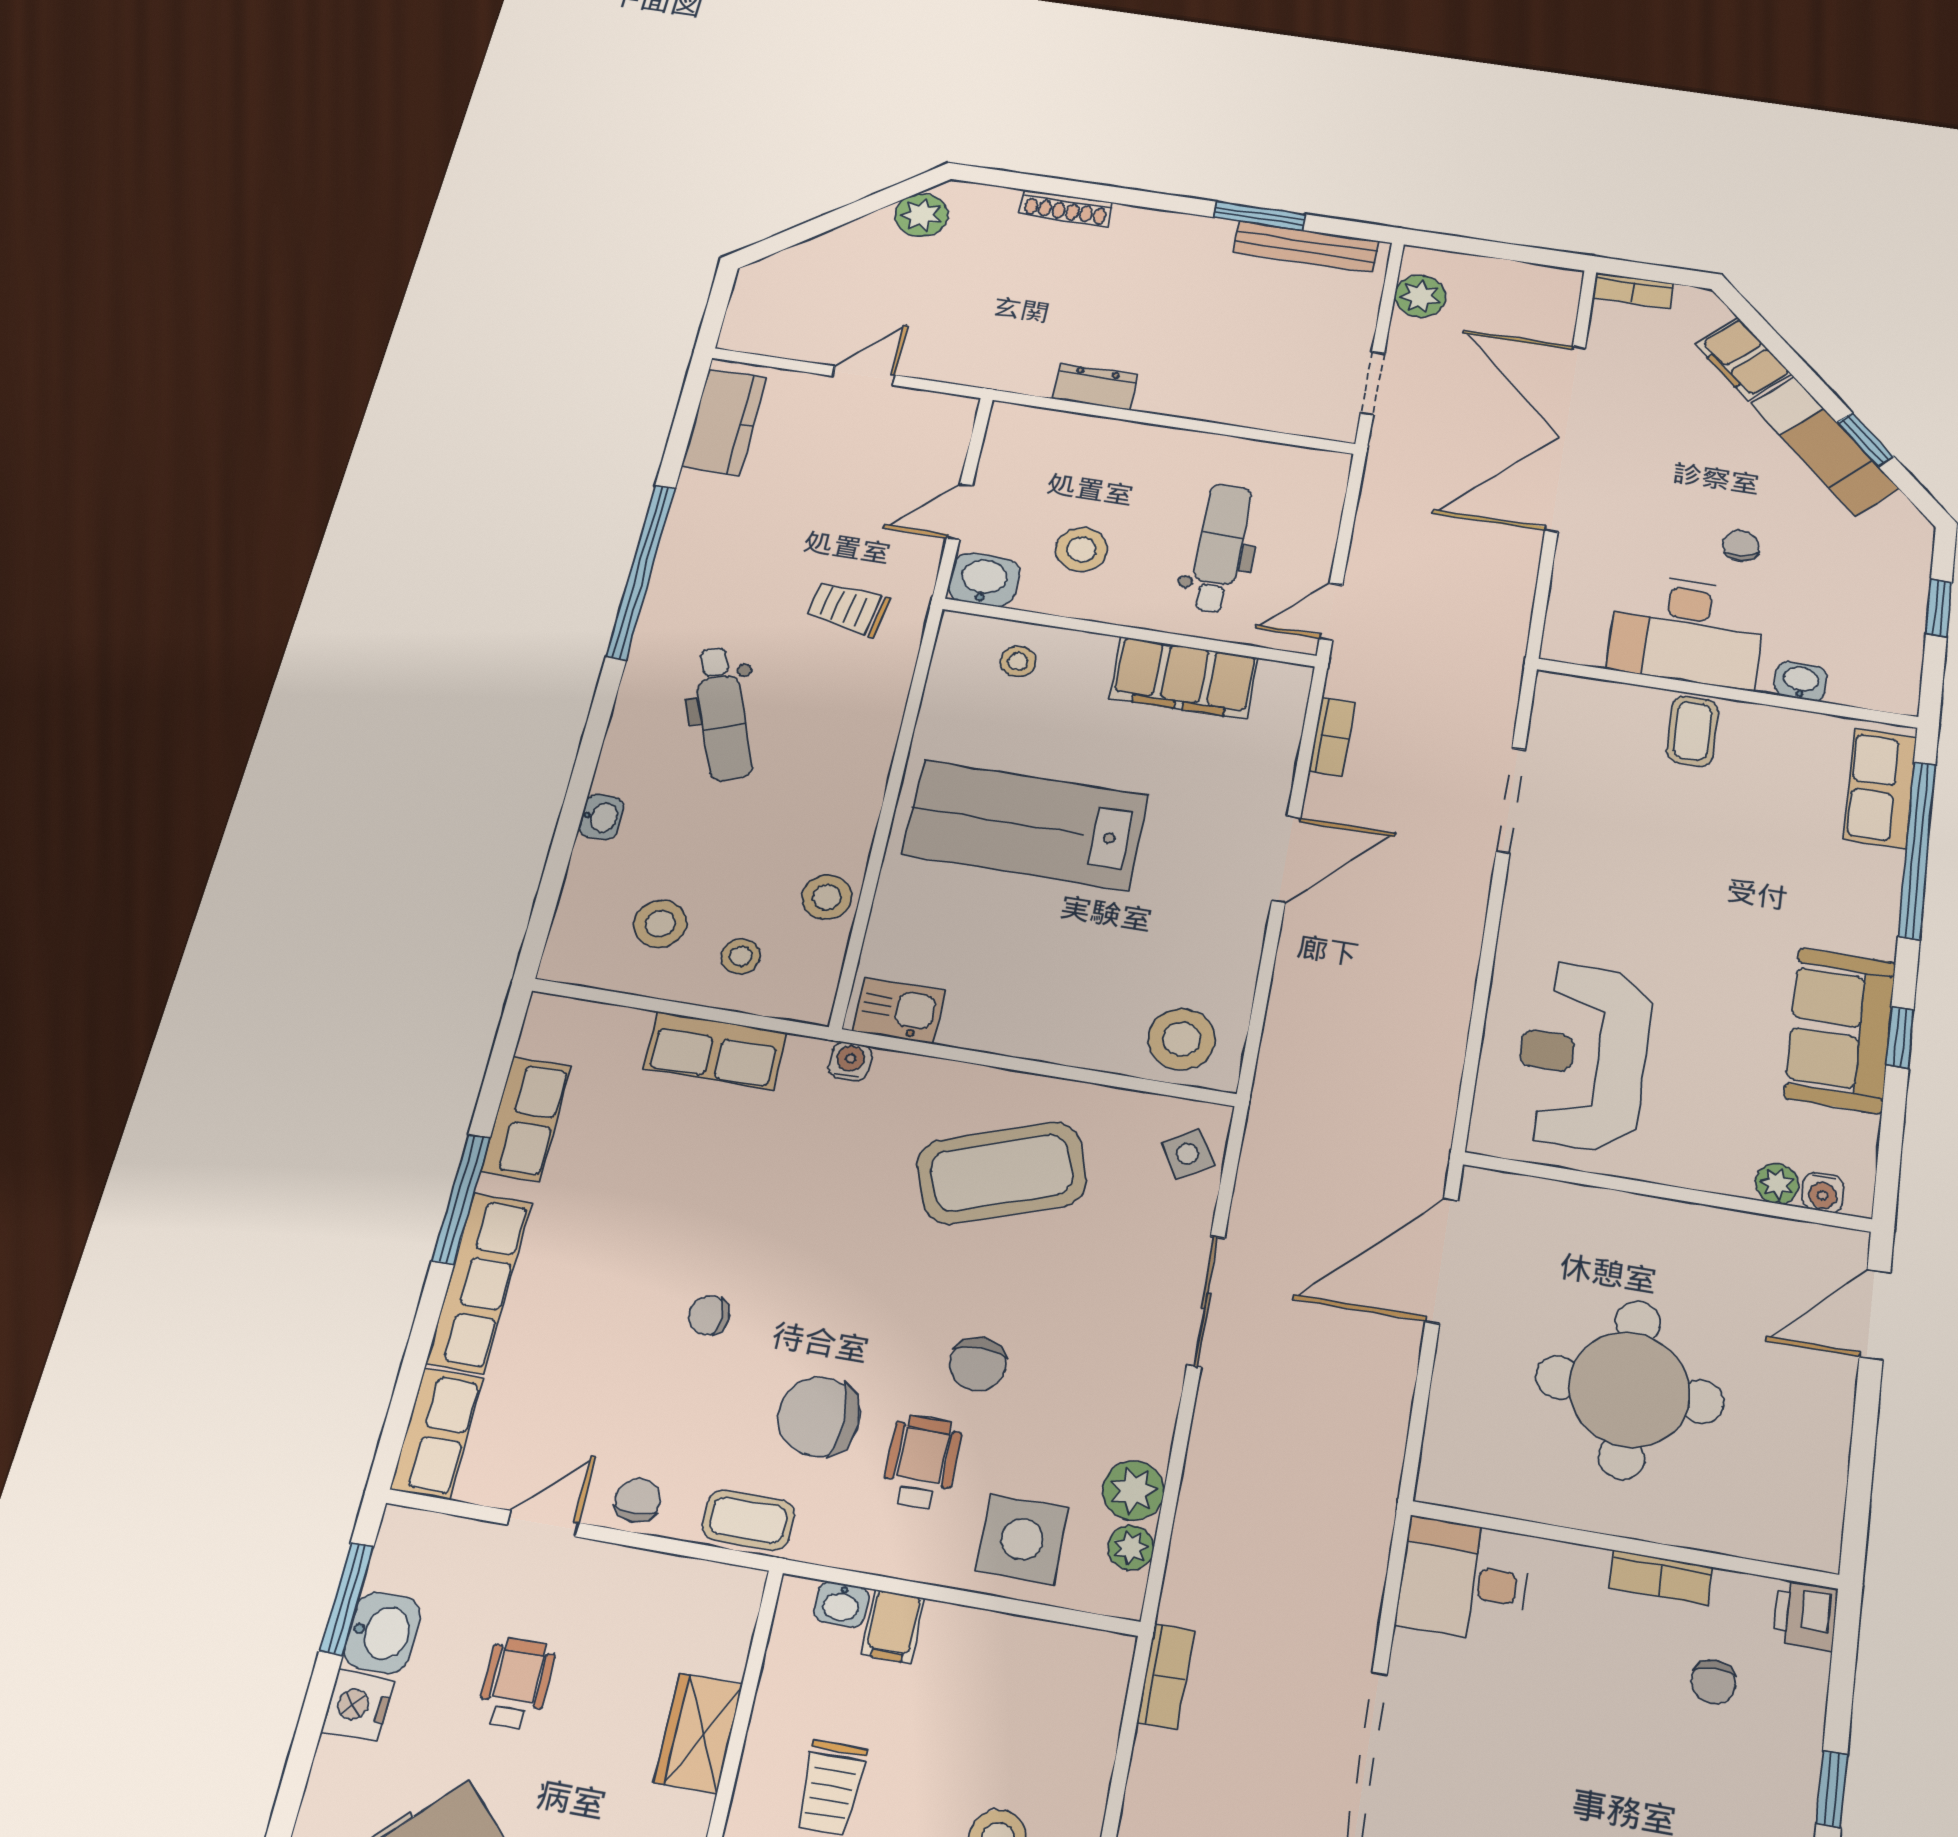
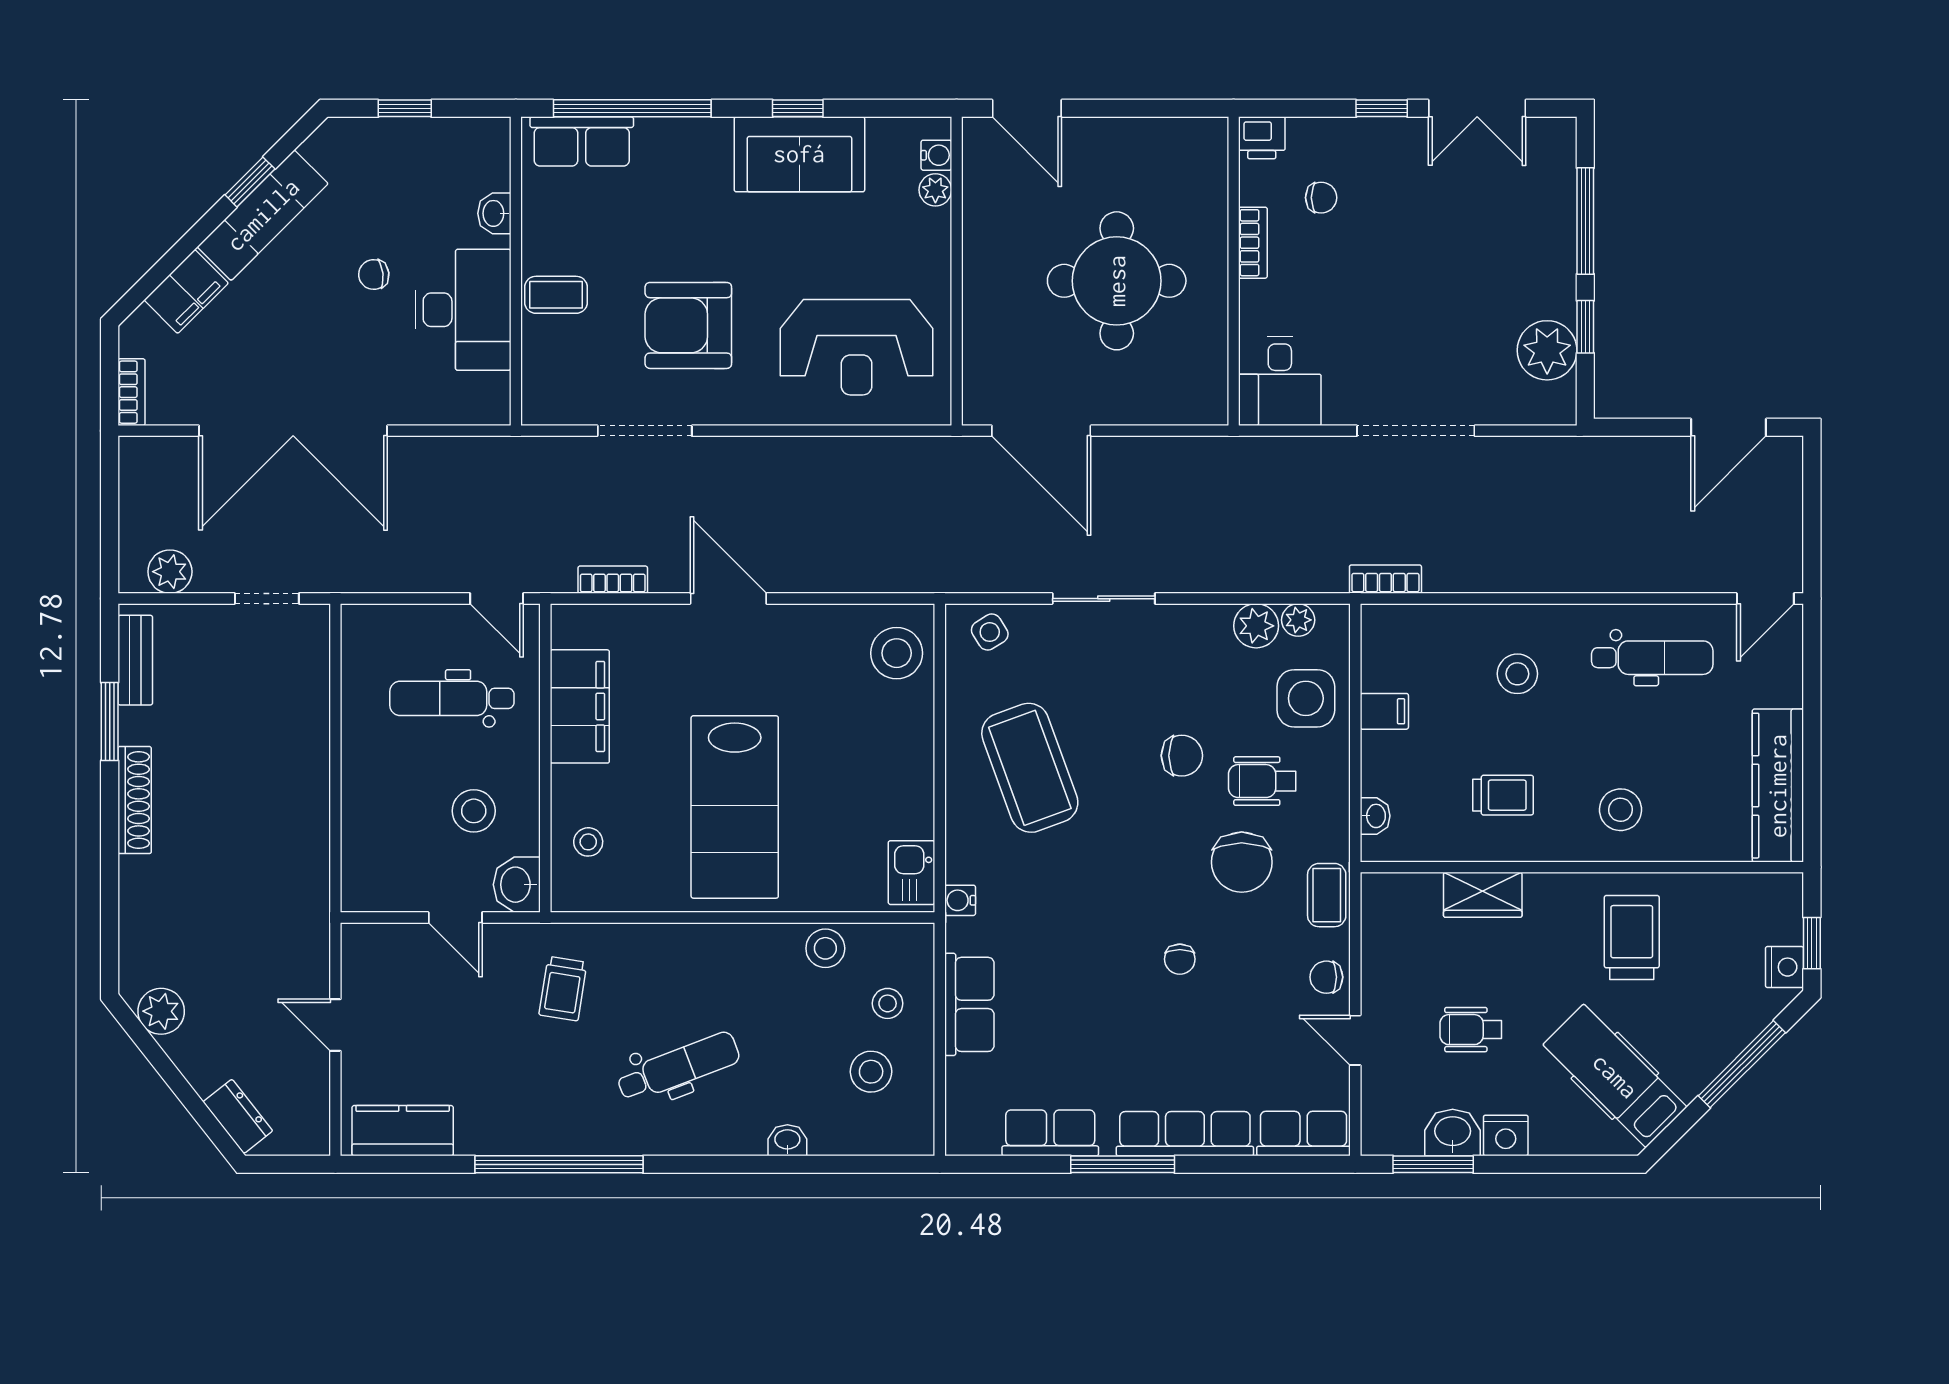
shoe rack: (1066, 208) -> (135, 800), moved, width x1.36, depth x1.24
bench: (1306, 247) -> (135, 660), width x0.73
dresser: (1095, 387) -> (238, 1116), moved, turned 142
armchair: (1636, 869) -> (688, 325), added
filing cabinet: (893, 1626) -> (1384, 711), moved

